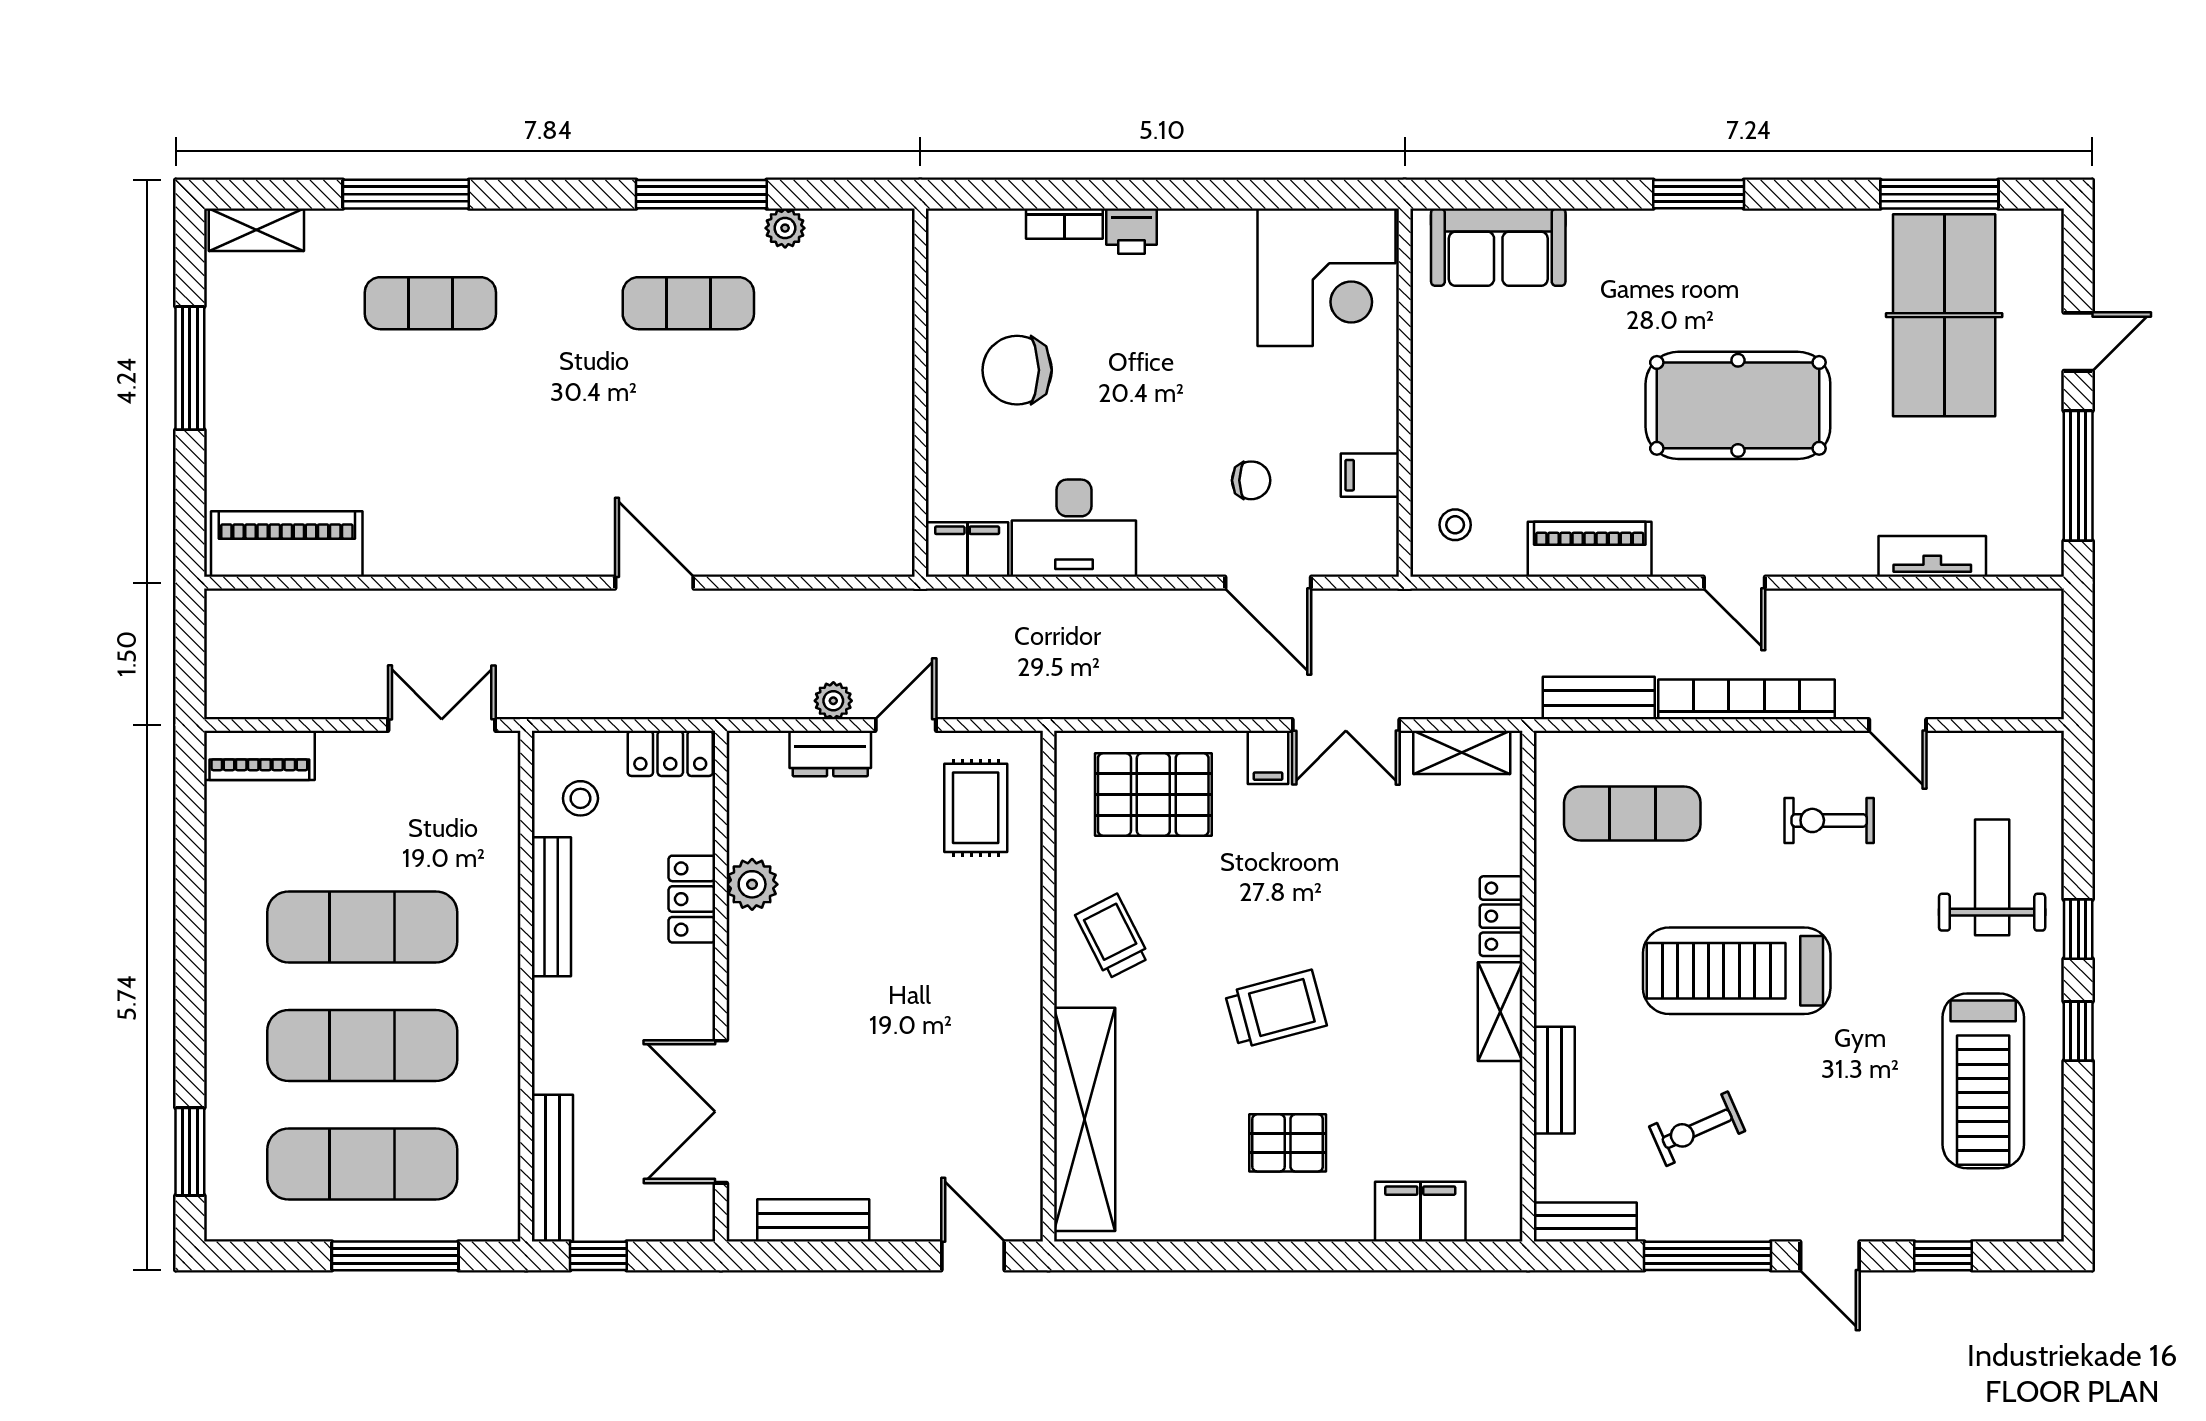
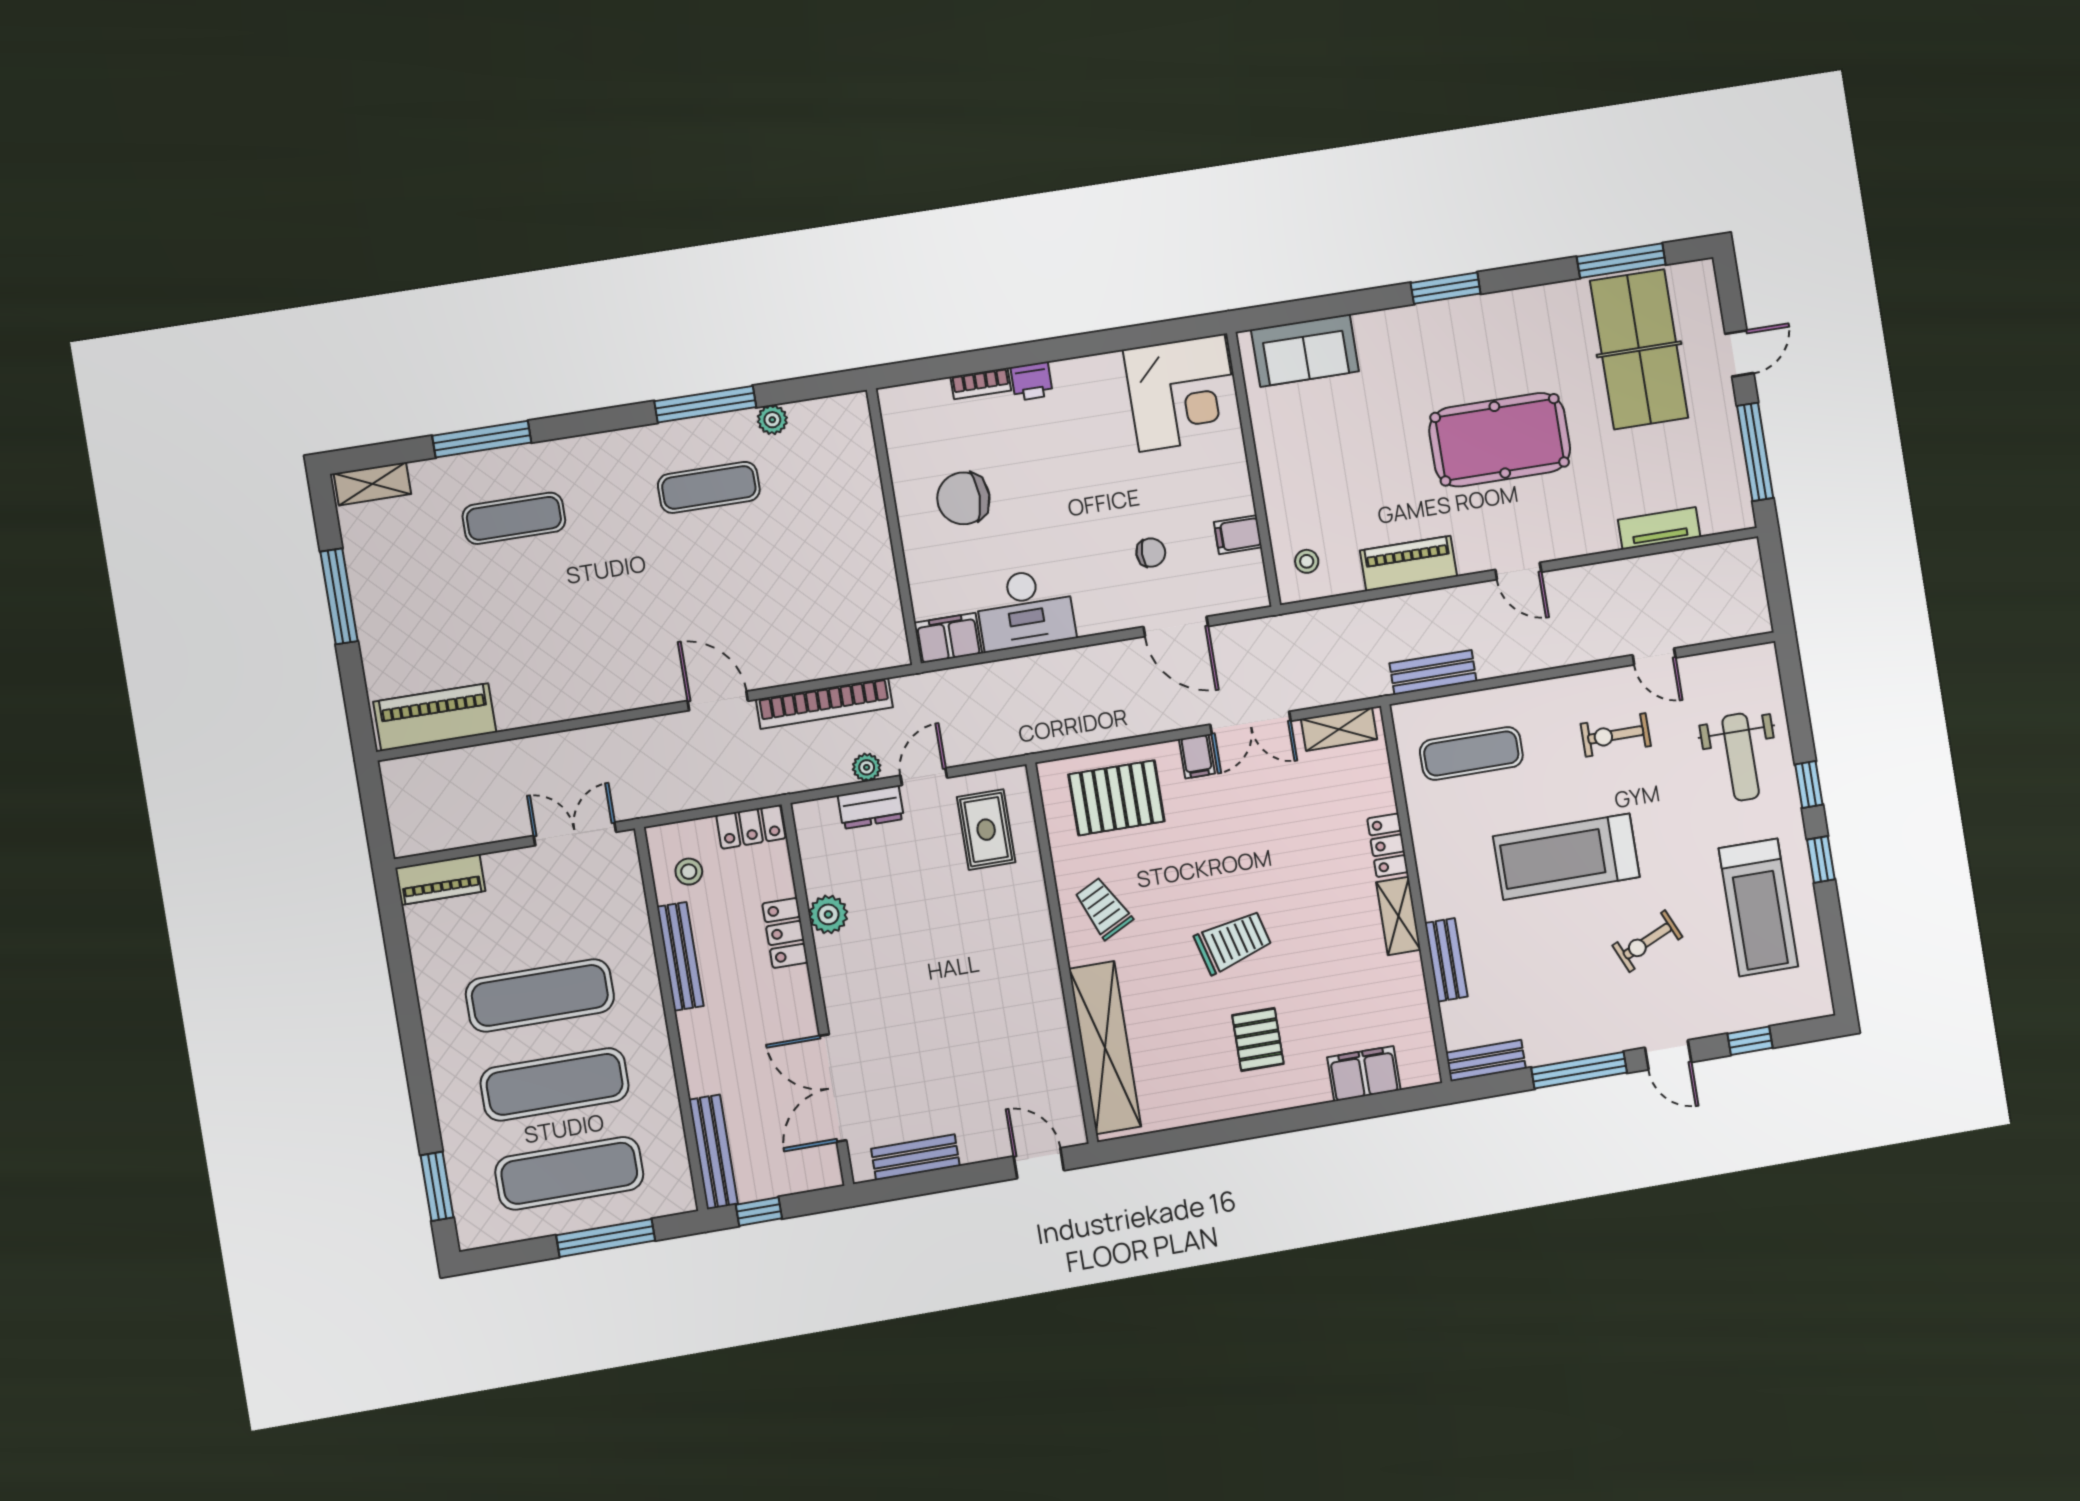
bookcase: (1747, 699) -> (824, 703), moved, turned 180
weight bench: (1992, 877) -> (1741, 757), turned 180
exercise bike: (1697, 1129) -> (1647, 941), moved
pallet: (1288, 1143) -> (1258, 1040), turned 90

